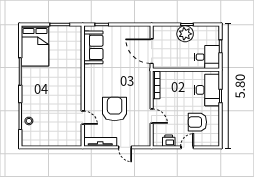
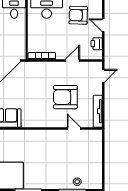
door: (83, 118) -> (74, 129), hinge flipped
armchair: (197, 122) -> (78, 15), turned 92
door: (125, 147) -> (103, 76), moved

